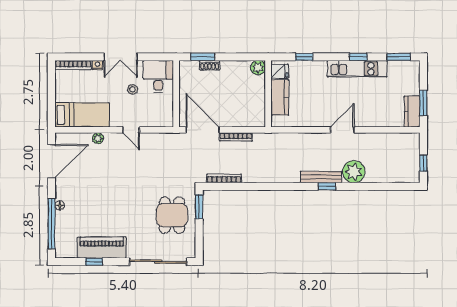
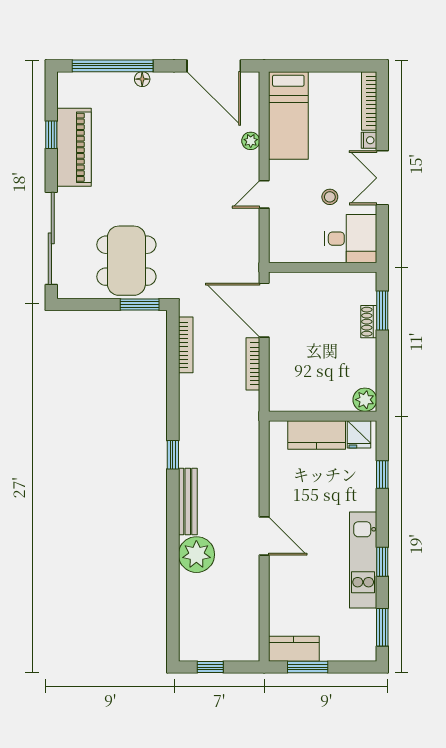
door: (203, 130) -> (264, 310), swing flipped
window: (327, 186) -> (173, 455), moved
dining table: (172, 215) -> (126, 261), width x1.38

